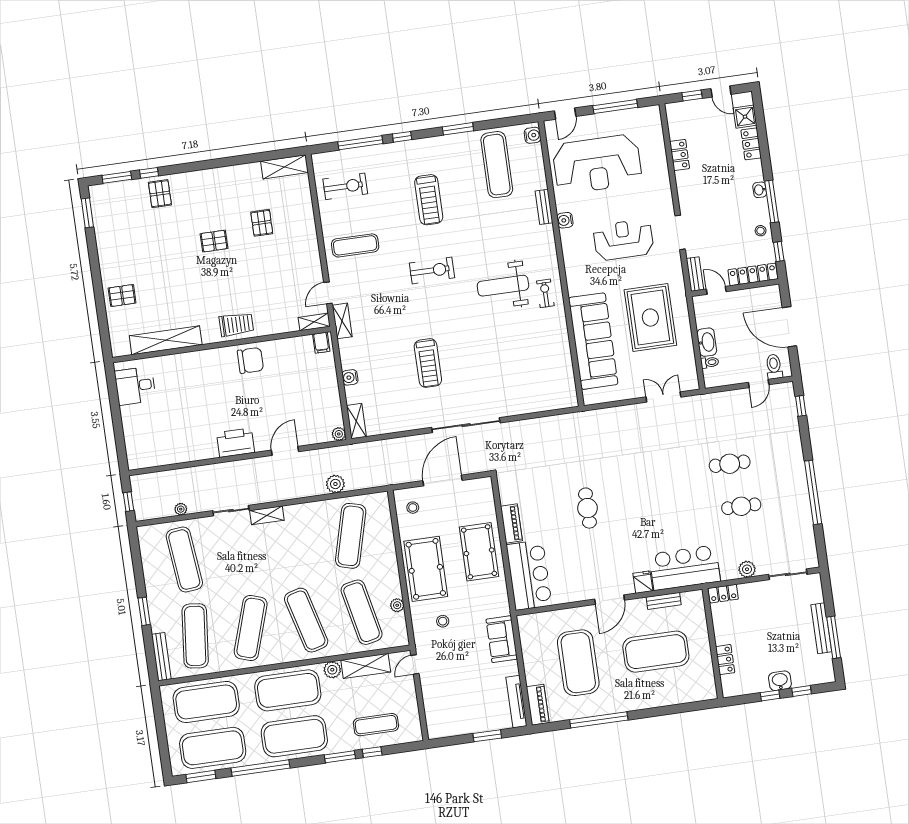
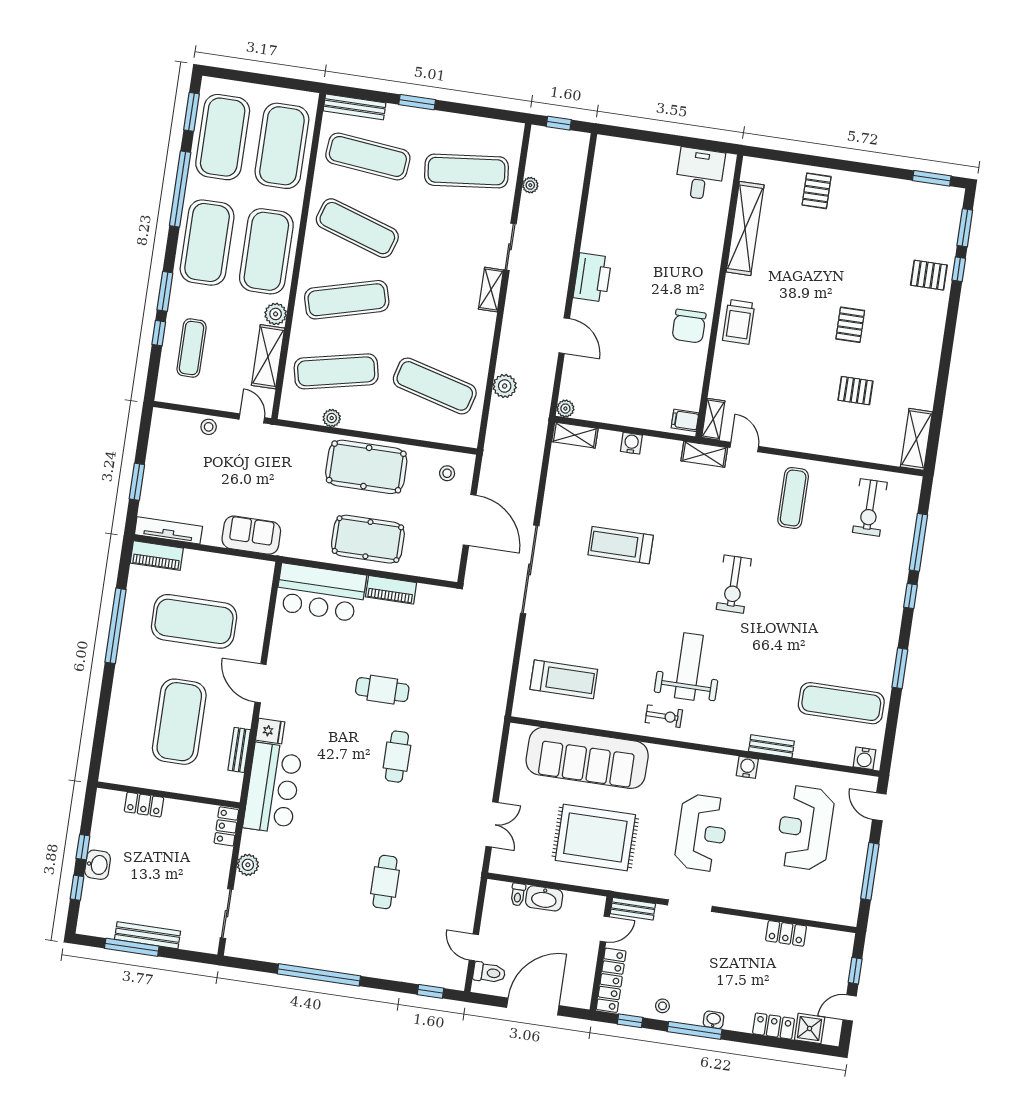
reception desk: (597, 164) -> (805, 828), width x0.74, depth x0.77
treadmill: (429, 200) -> (564, 679), moved, turned 180
cafe table: (741, 506) -> (397, 757), moved
stool: (443, 621) -> (209, 427), moved

